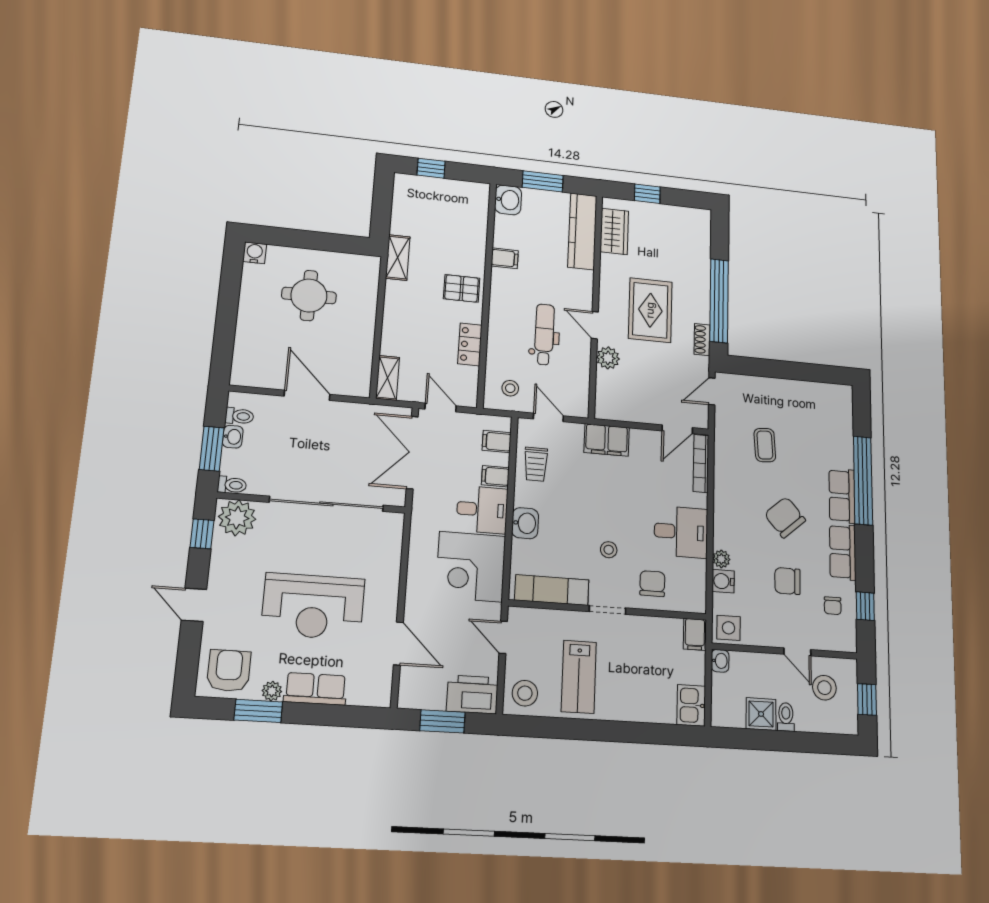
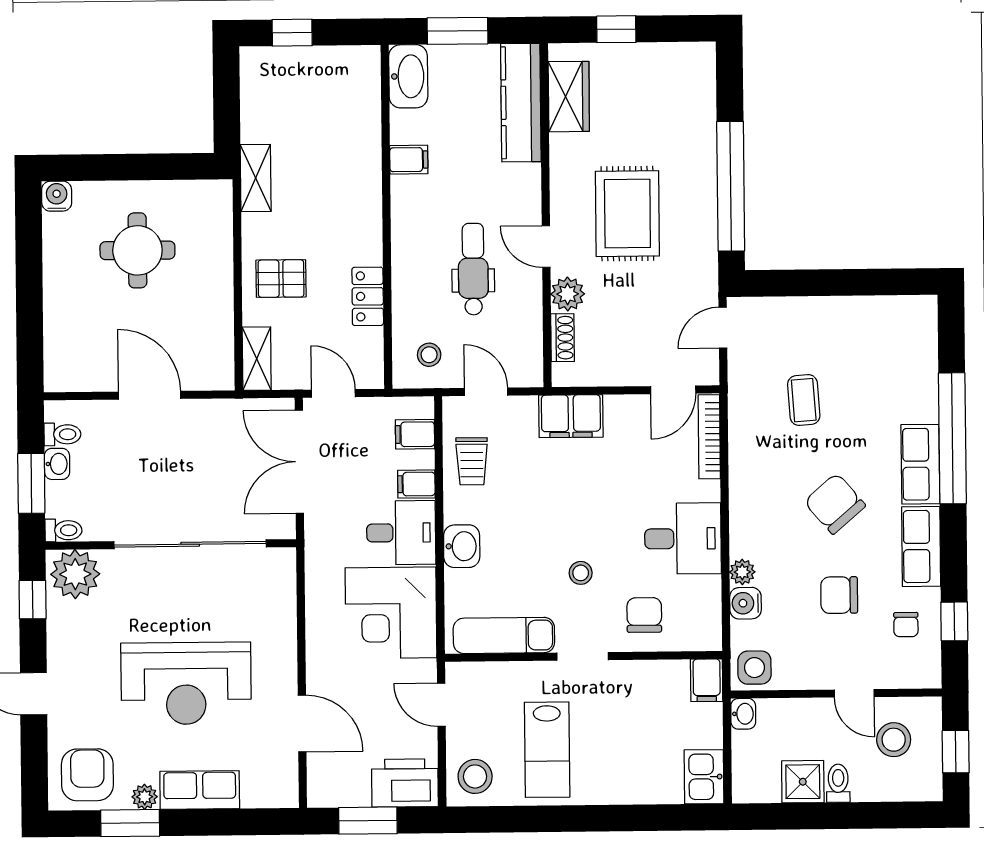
washbasin: (508, 200) -> (408, 76), width x1.38
pallet: (462, 288) -> (281, 279), moved
shoe rack: (702, 340) -> (563, 338), moved, turned 180

